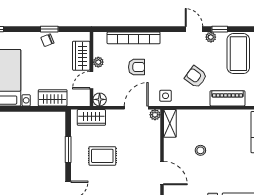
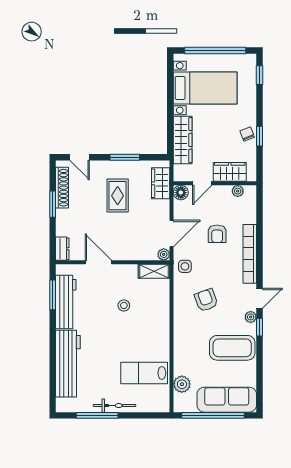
bookcase: (134, 38) -> (250, 254), moved
plant: (98, 62) -> (238, 191), moved
armchair: (196, 77) -> (206, 300), turned -56
door: (91, 80) -> (202, 183), swing flipped
wardrobe: (53, 98) -> (183, 140), width x1.50
piano: (227, 98) -> (182, 336), removed
door: (136, 108) -> (172, 234), hinge flipped
door: (162, 173) -> (98, 262), swing flipped

